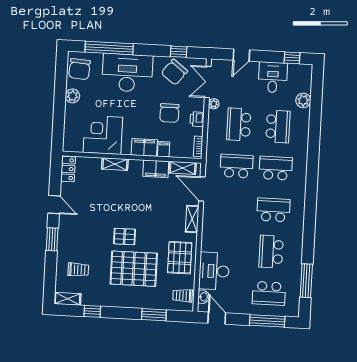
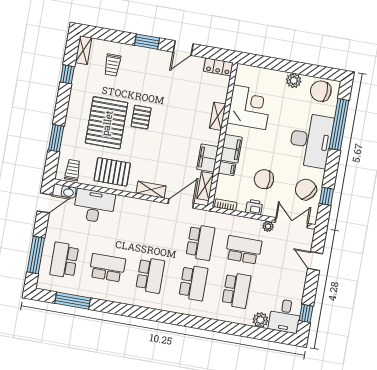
desk: (273, 77) -> (285, 316), moved, turned 90
school desk: (278, 127) -> (236, 290), turned -90

